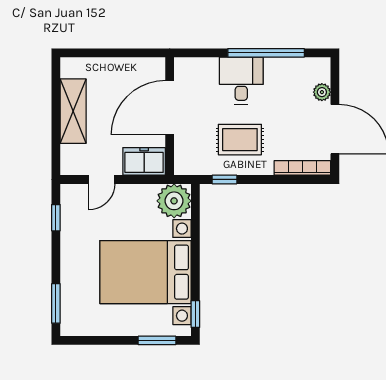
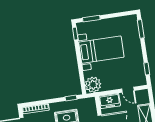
door: (102, 179) -> (128, 90), swing flipped
bed with nightstands: (145, 272) -> (101, 50), width x0.73

